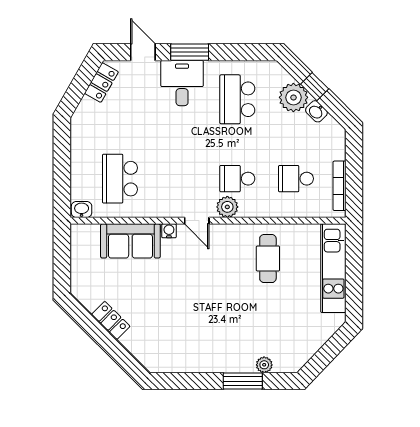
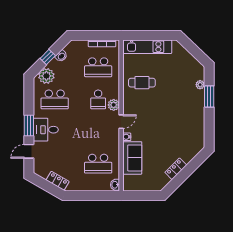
locker: (101, 83) -> (58, 181), moved
plant: (293, 97) -> (46, 76), moved
school desk: (296, 179) -> (98, 67), width x1.85

